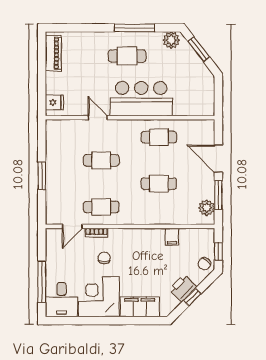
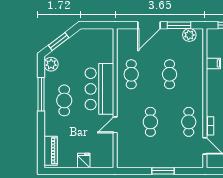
piano: (53, 53) -> (51, 151), moved, turned 90
fridge: (54, 102) -> (84, 160), moved

